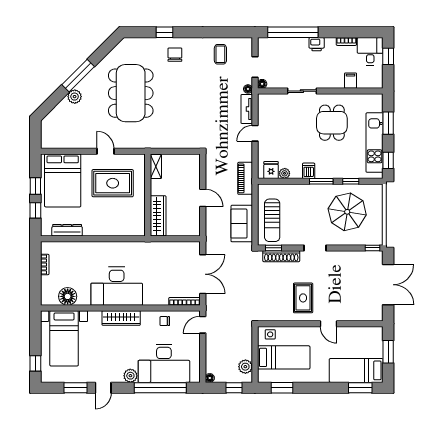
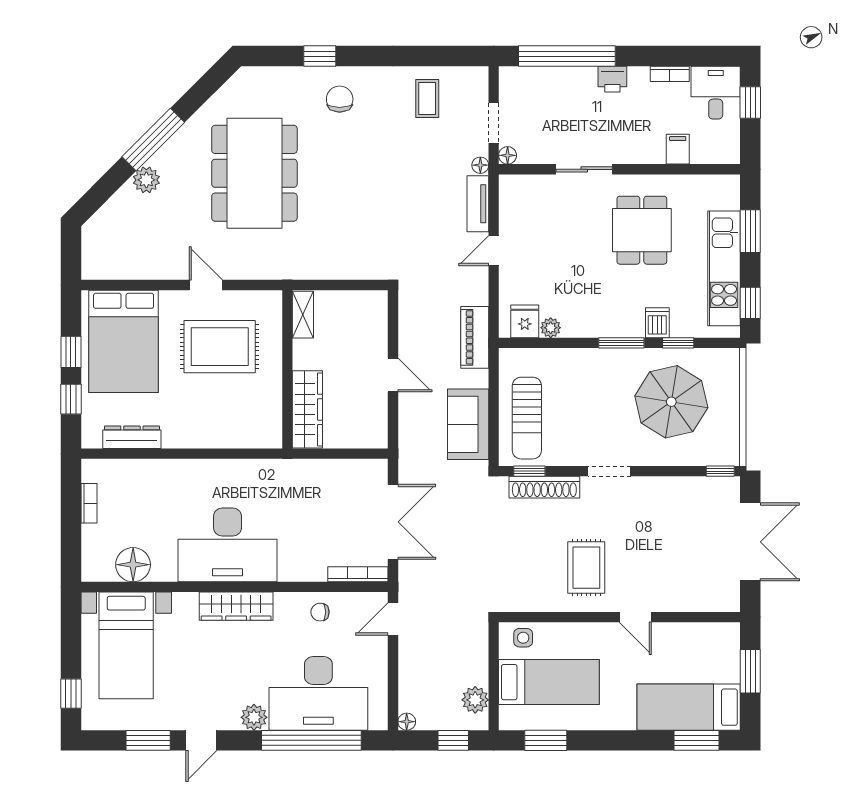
dishwasher: (309, 171) -> (657, 323), moved

